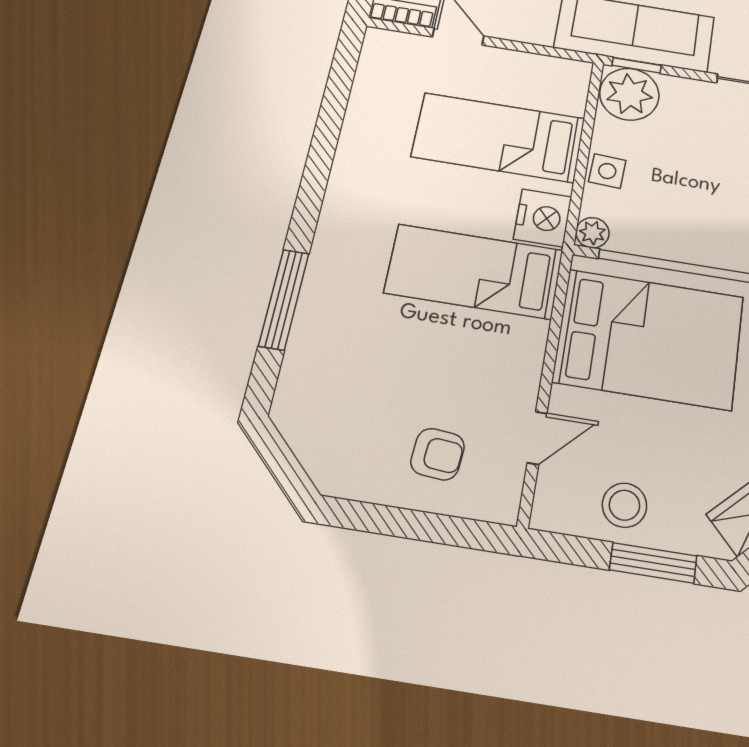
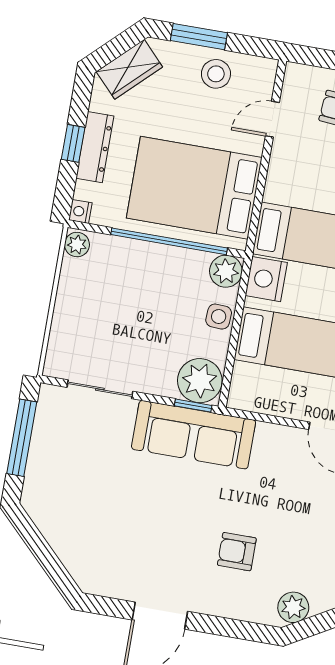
plant: (592, 233) -> (226, 271), width x1.38, depth x1.38

